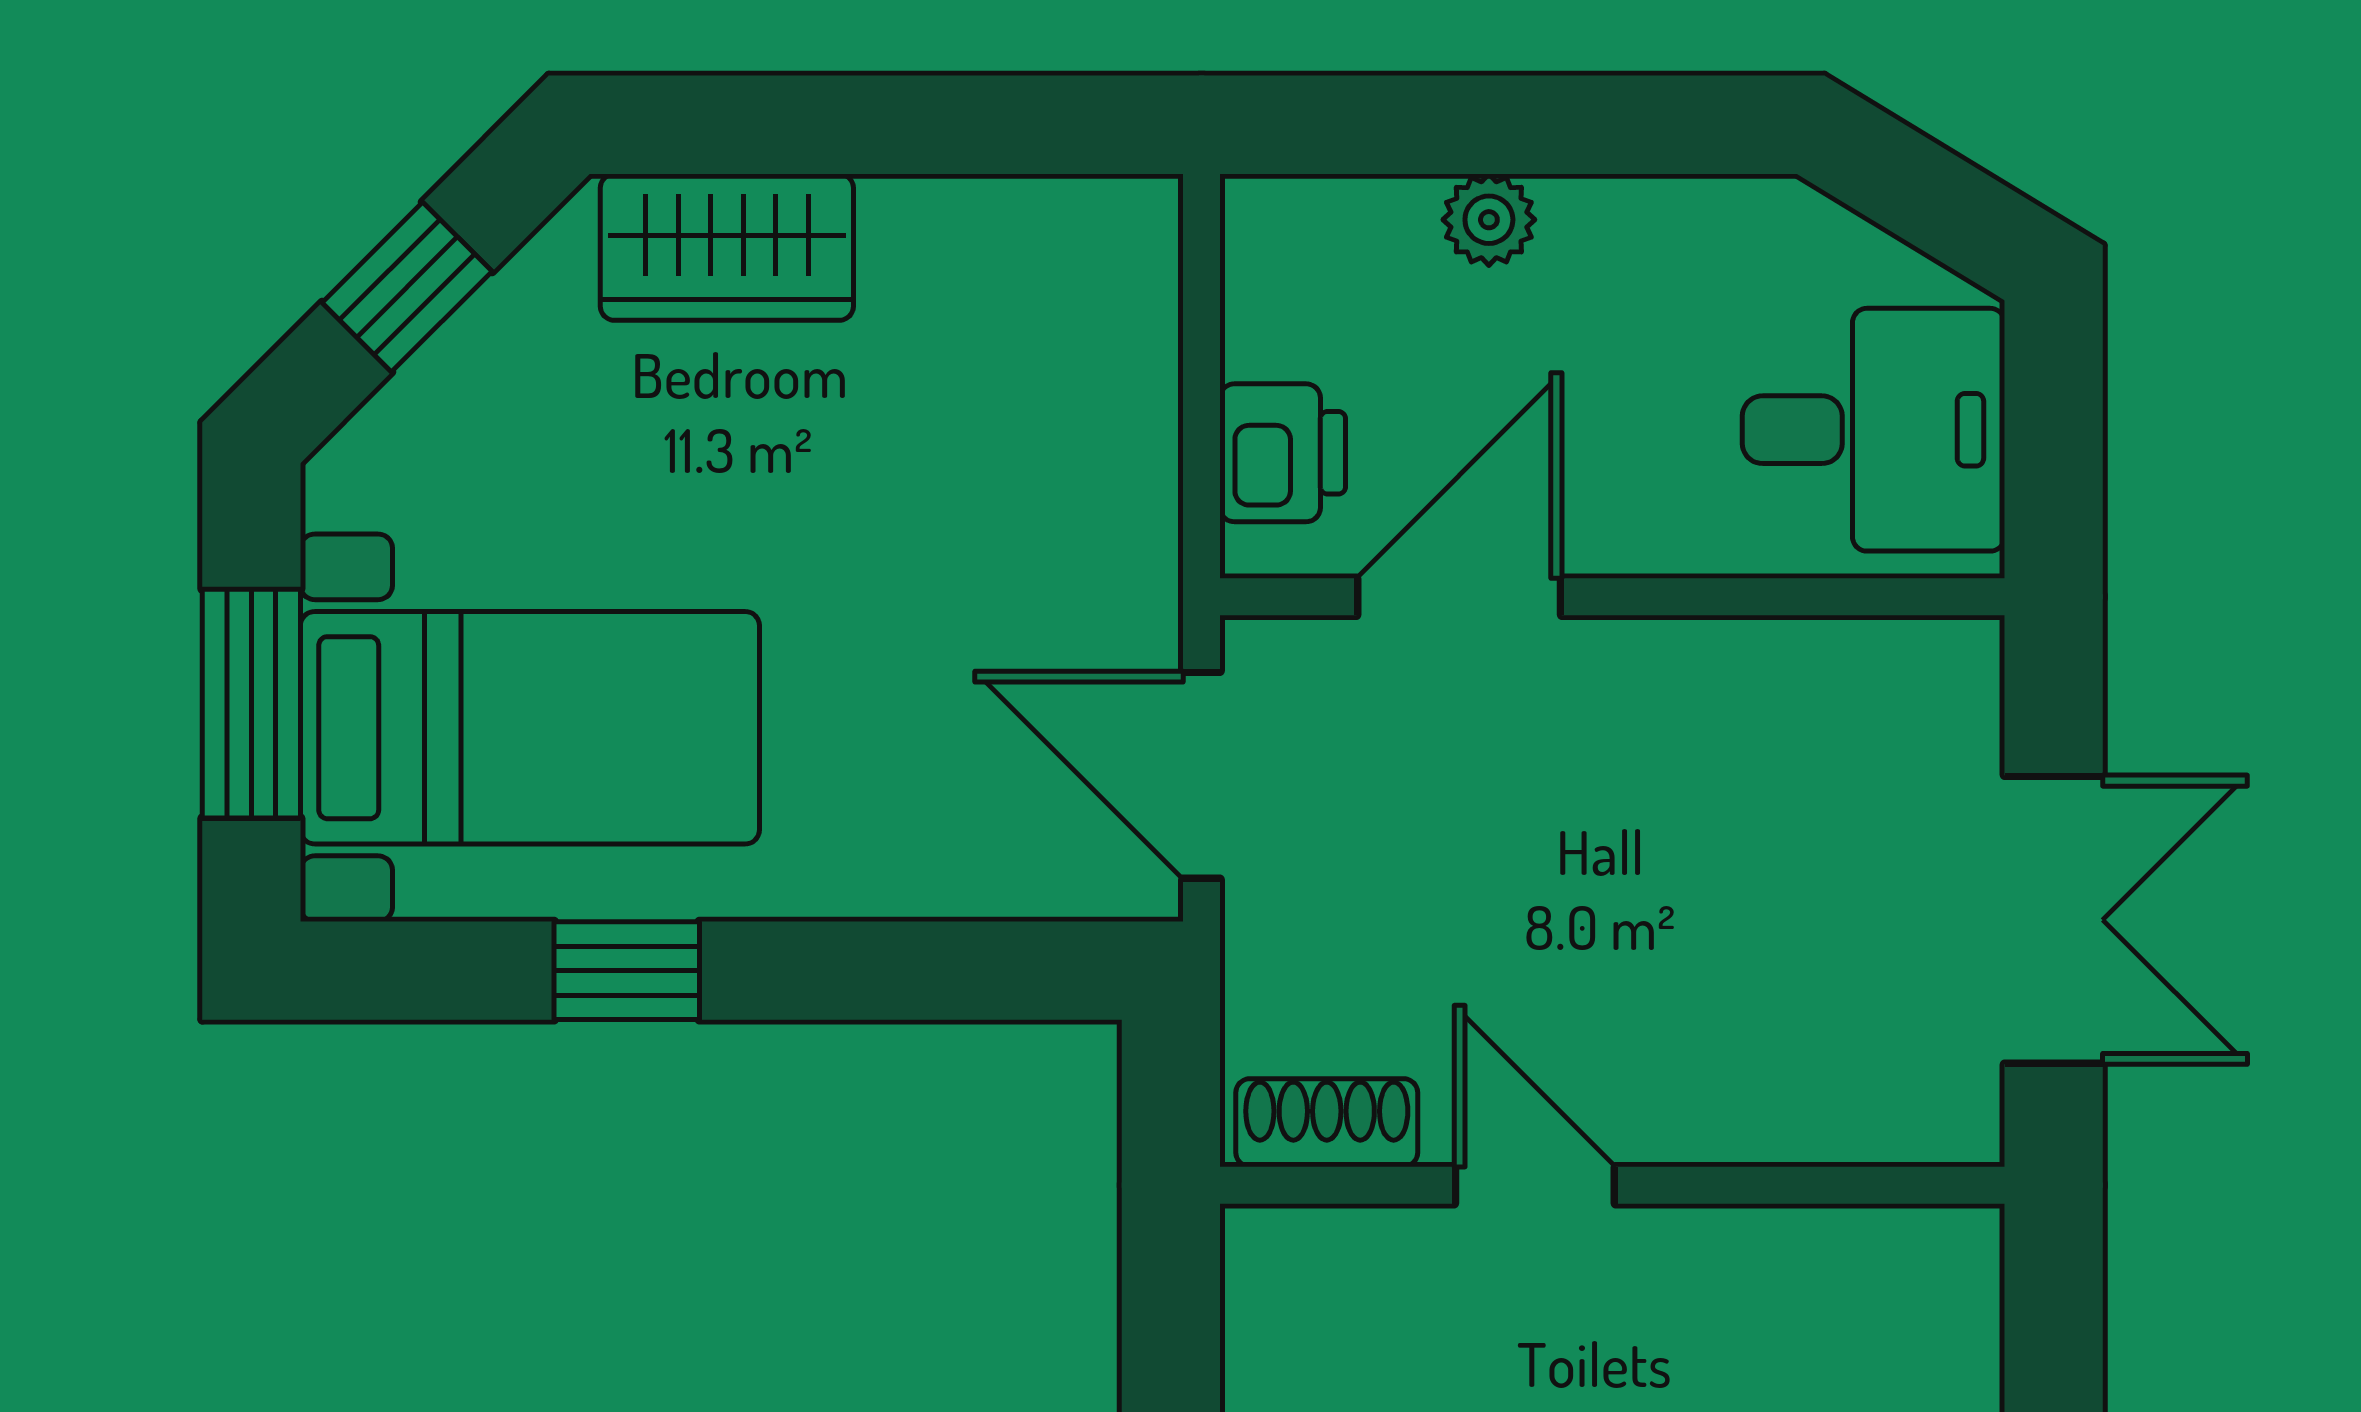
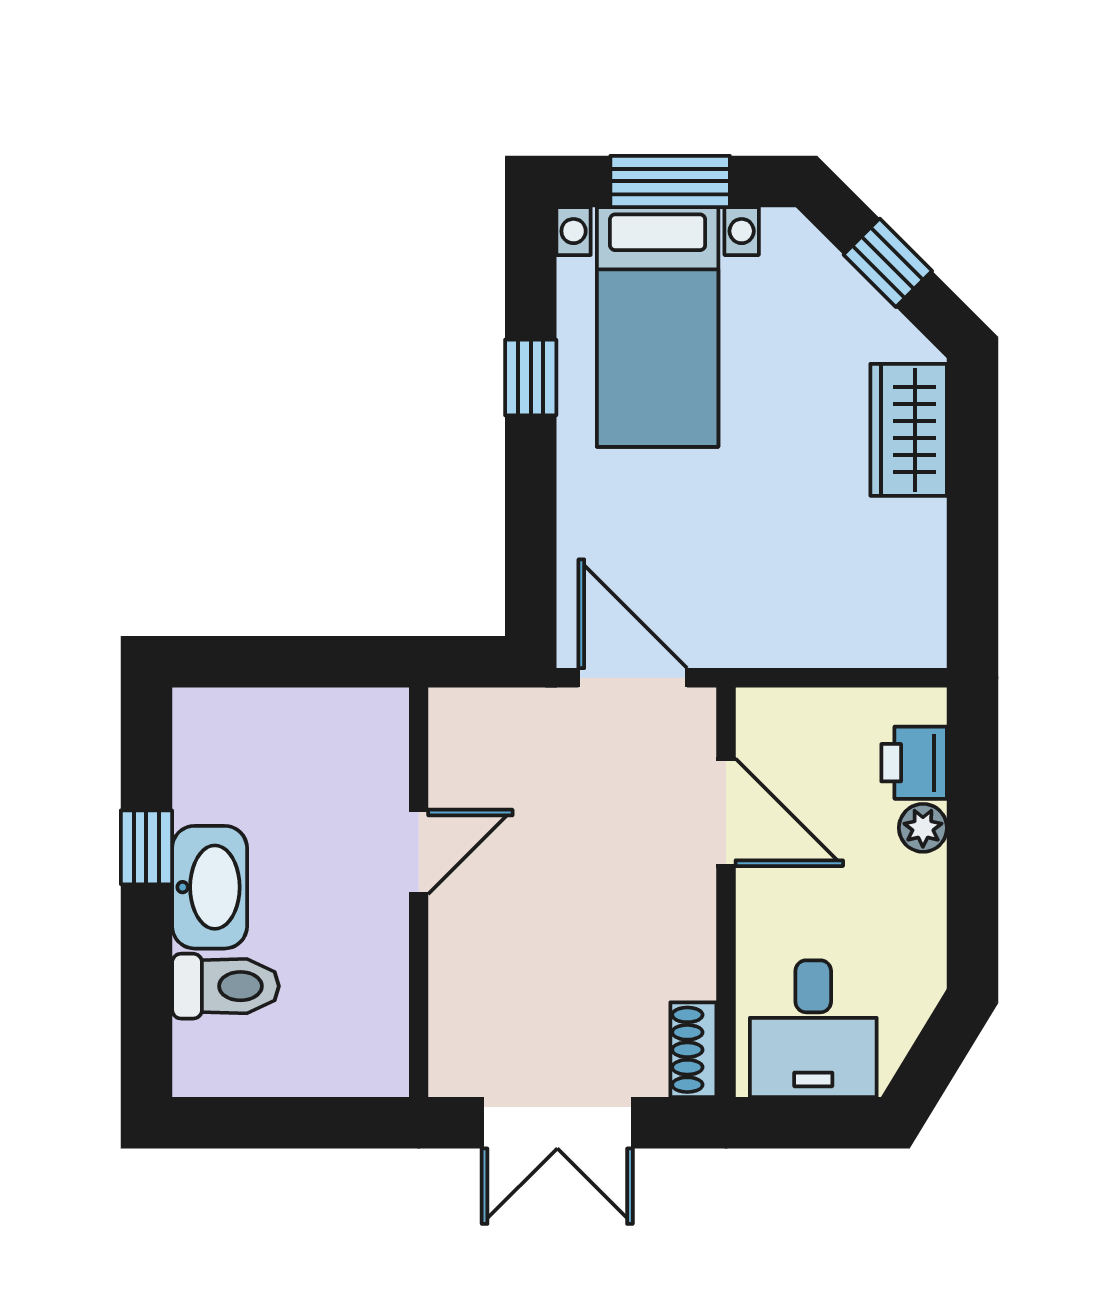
printer: (1283, 453) -> (914, 763), moved, turned 90
door: (1202, 775) -> (633, 678), hinge flipped
shoe rack: (1327, 1123) -> (693, 1050), moved, turned 180

